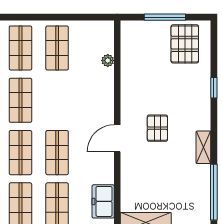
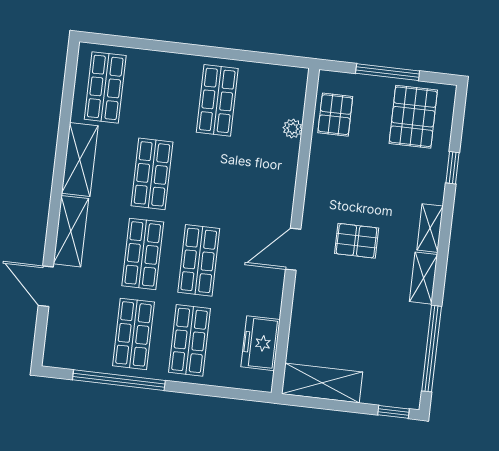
shop shelf: (20, 48) -> (161, 94), removed
pallet: (134, 48) -> (335, 115), added
window: (214, 88) -> (452, 168), moved
shelving: (204, 114) -> (430, 228), added
pallet: (157, 128) -> (357, 241), turned 90

